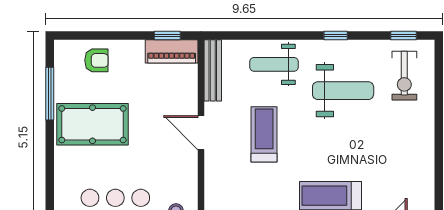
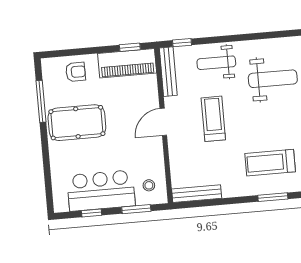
window: (336, 35) -> (182, 43), moved
piano: (172, 51) -> (127, 63), width x1.37, depth x1.33
door: (201, 133) -> (163, 122), hinge flipped

